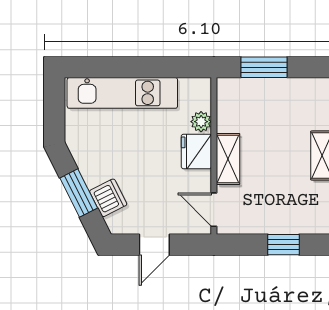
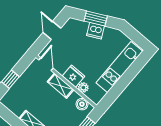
boiler: (228, 102) -> (82, 104), added
dishwasher: (108, 198) -> (95, 31), moved
door: (214, 210) -> (46, 64), hinge flipped

